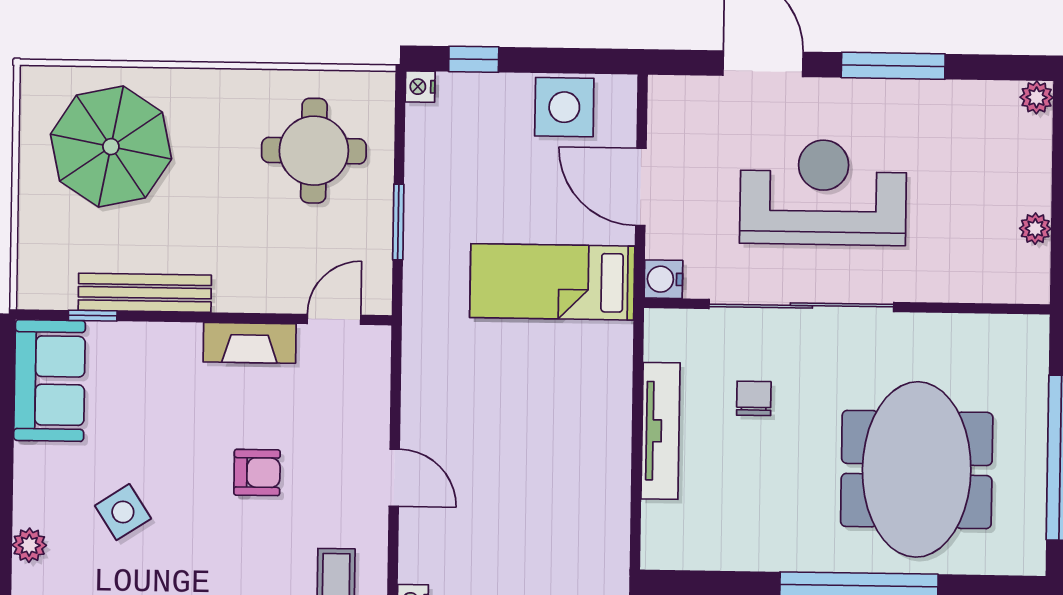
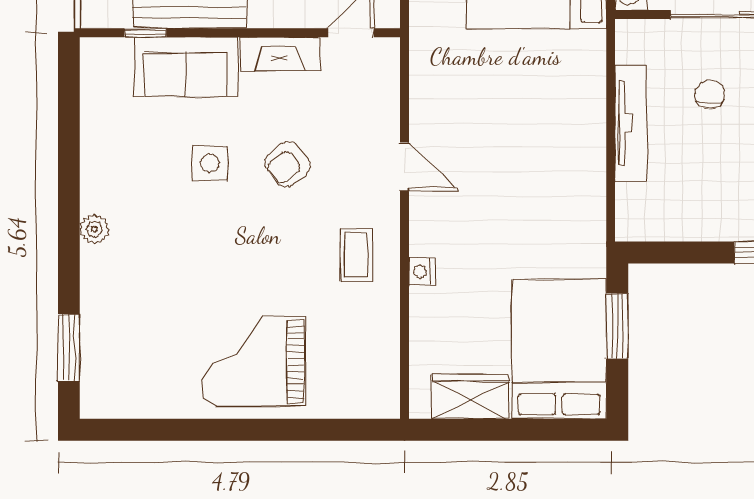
sofa: (50, 380) -> (186, 67), moved, turned 90
armchair: (257, 473) -> (288, 164), turned 141
side table: (123, 512) -> (210, 163), moved, turned 33

